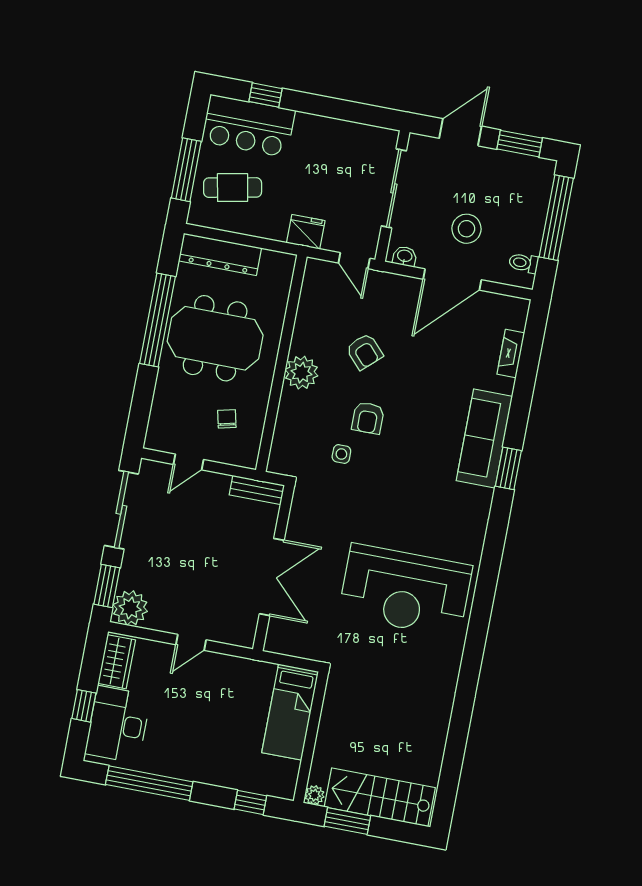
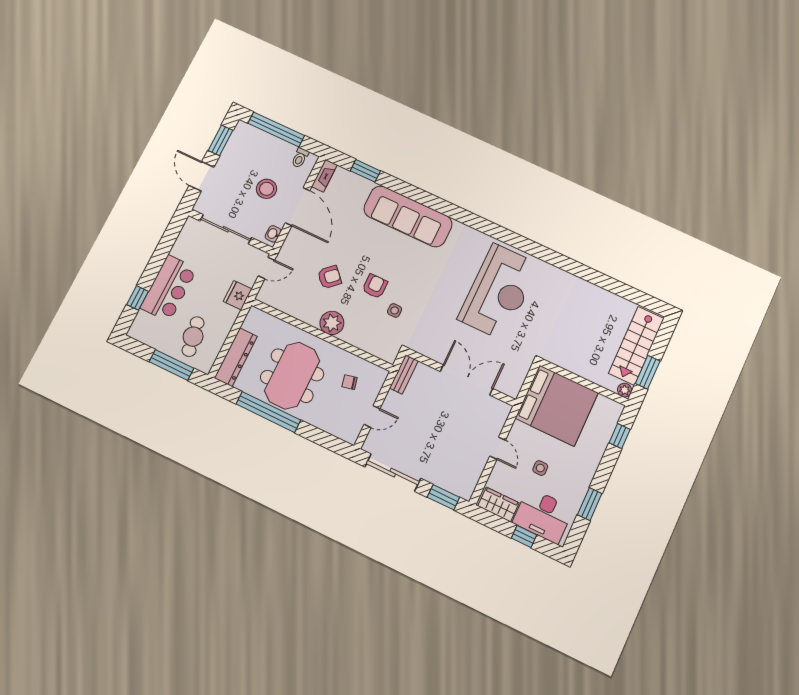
bar counter: (248, 126) -> (169, 288), moved
fireplace: (511, 354) -> (324, 176), moved, turned -90
armchair: (368, 418) -> (375, 286), turned -90
sofa: (484, 439) -> (408, 216), width x1.36, depth x1.27
door: (189, 462) -> (372, 417), hinge flipped
window: (508, 468) -> (365, 171), moved
plant: (130, 608) -> (463, 485), removed
side table: (180, 706) -> (540, 468), added
bed: (290, 712) -> (557, 406), width x2.04
window: (149, 783) -> (590, 504), width x0.47

